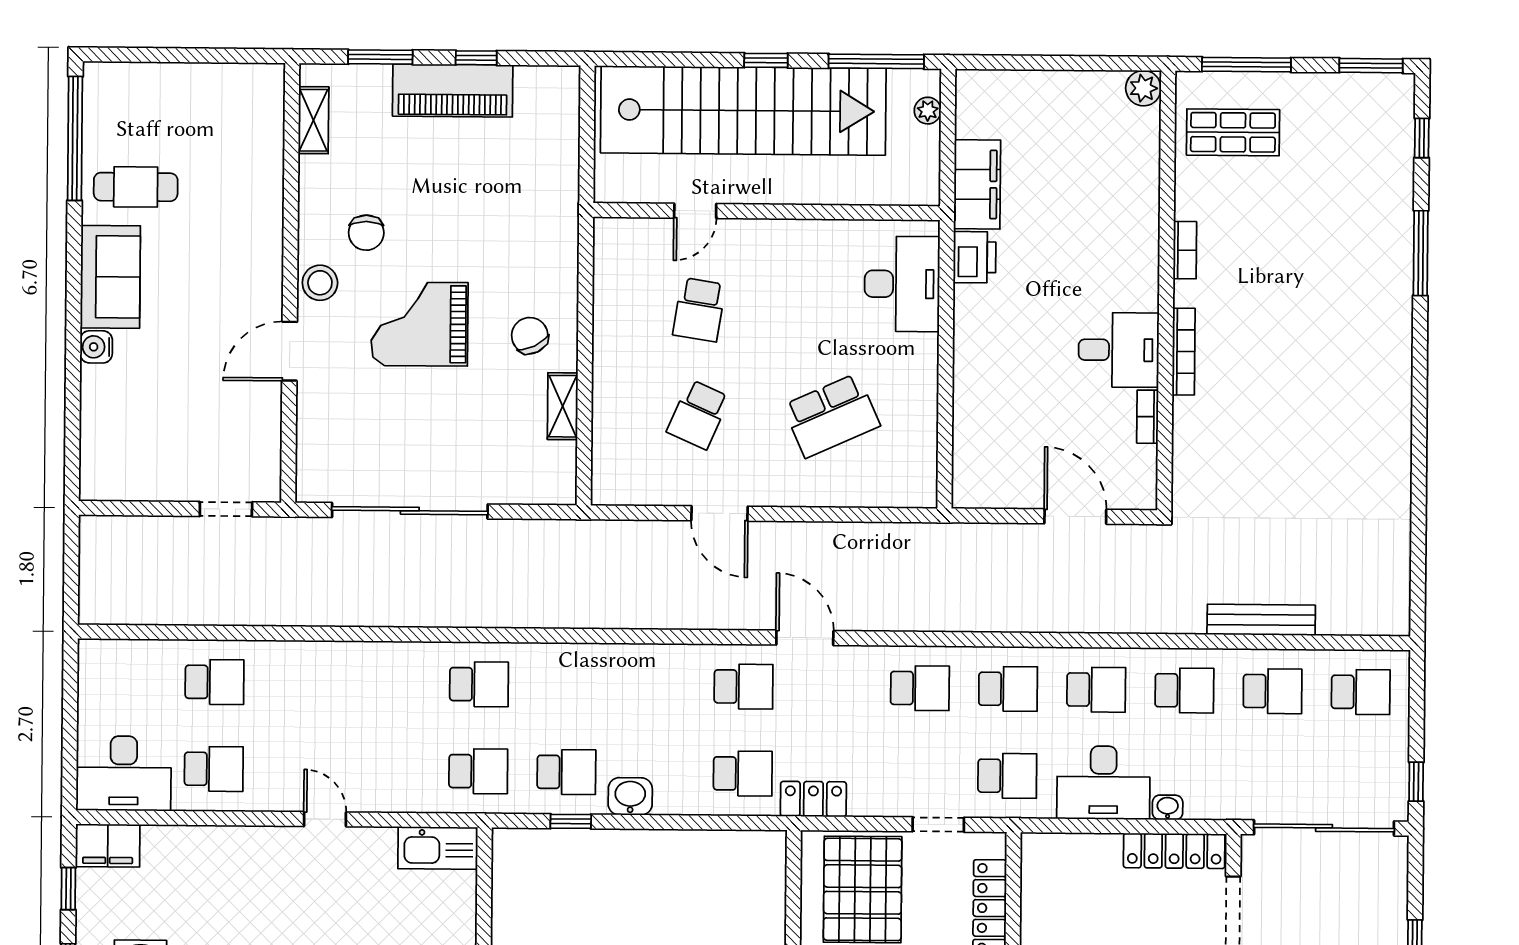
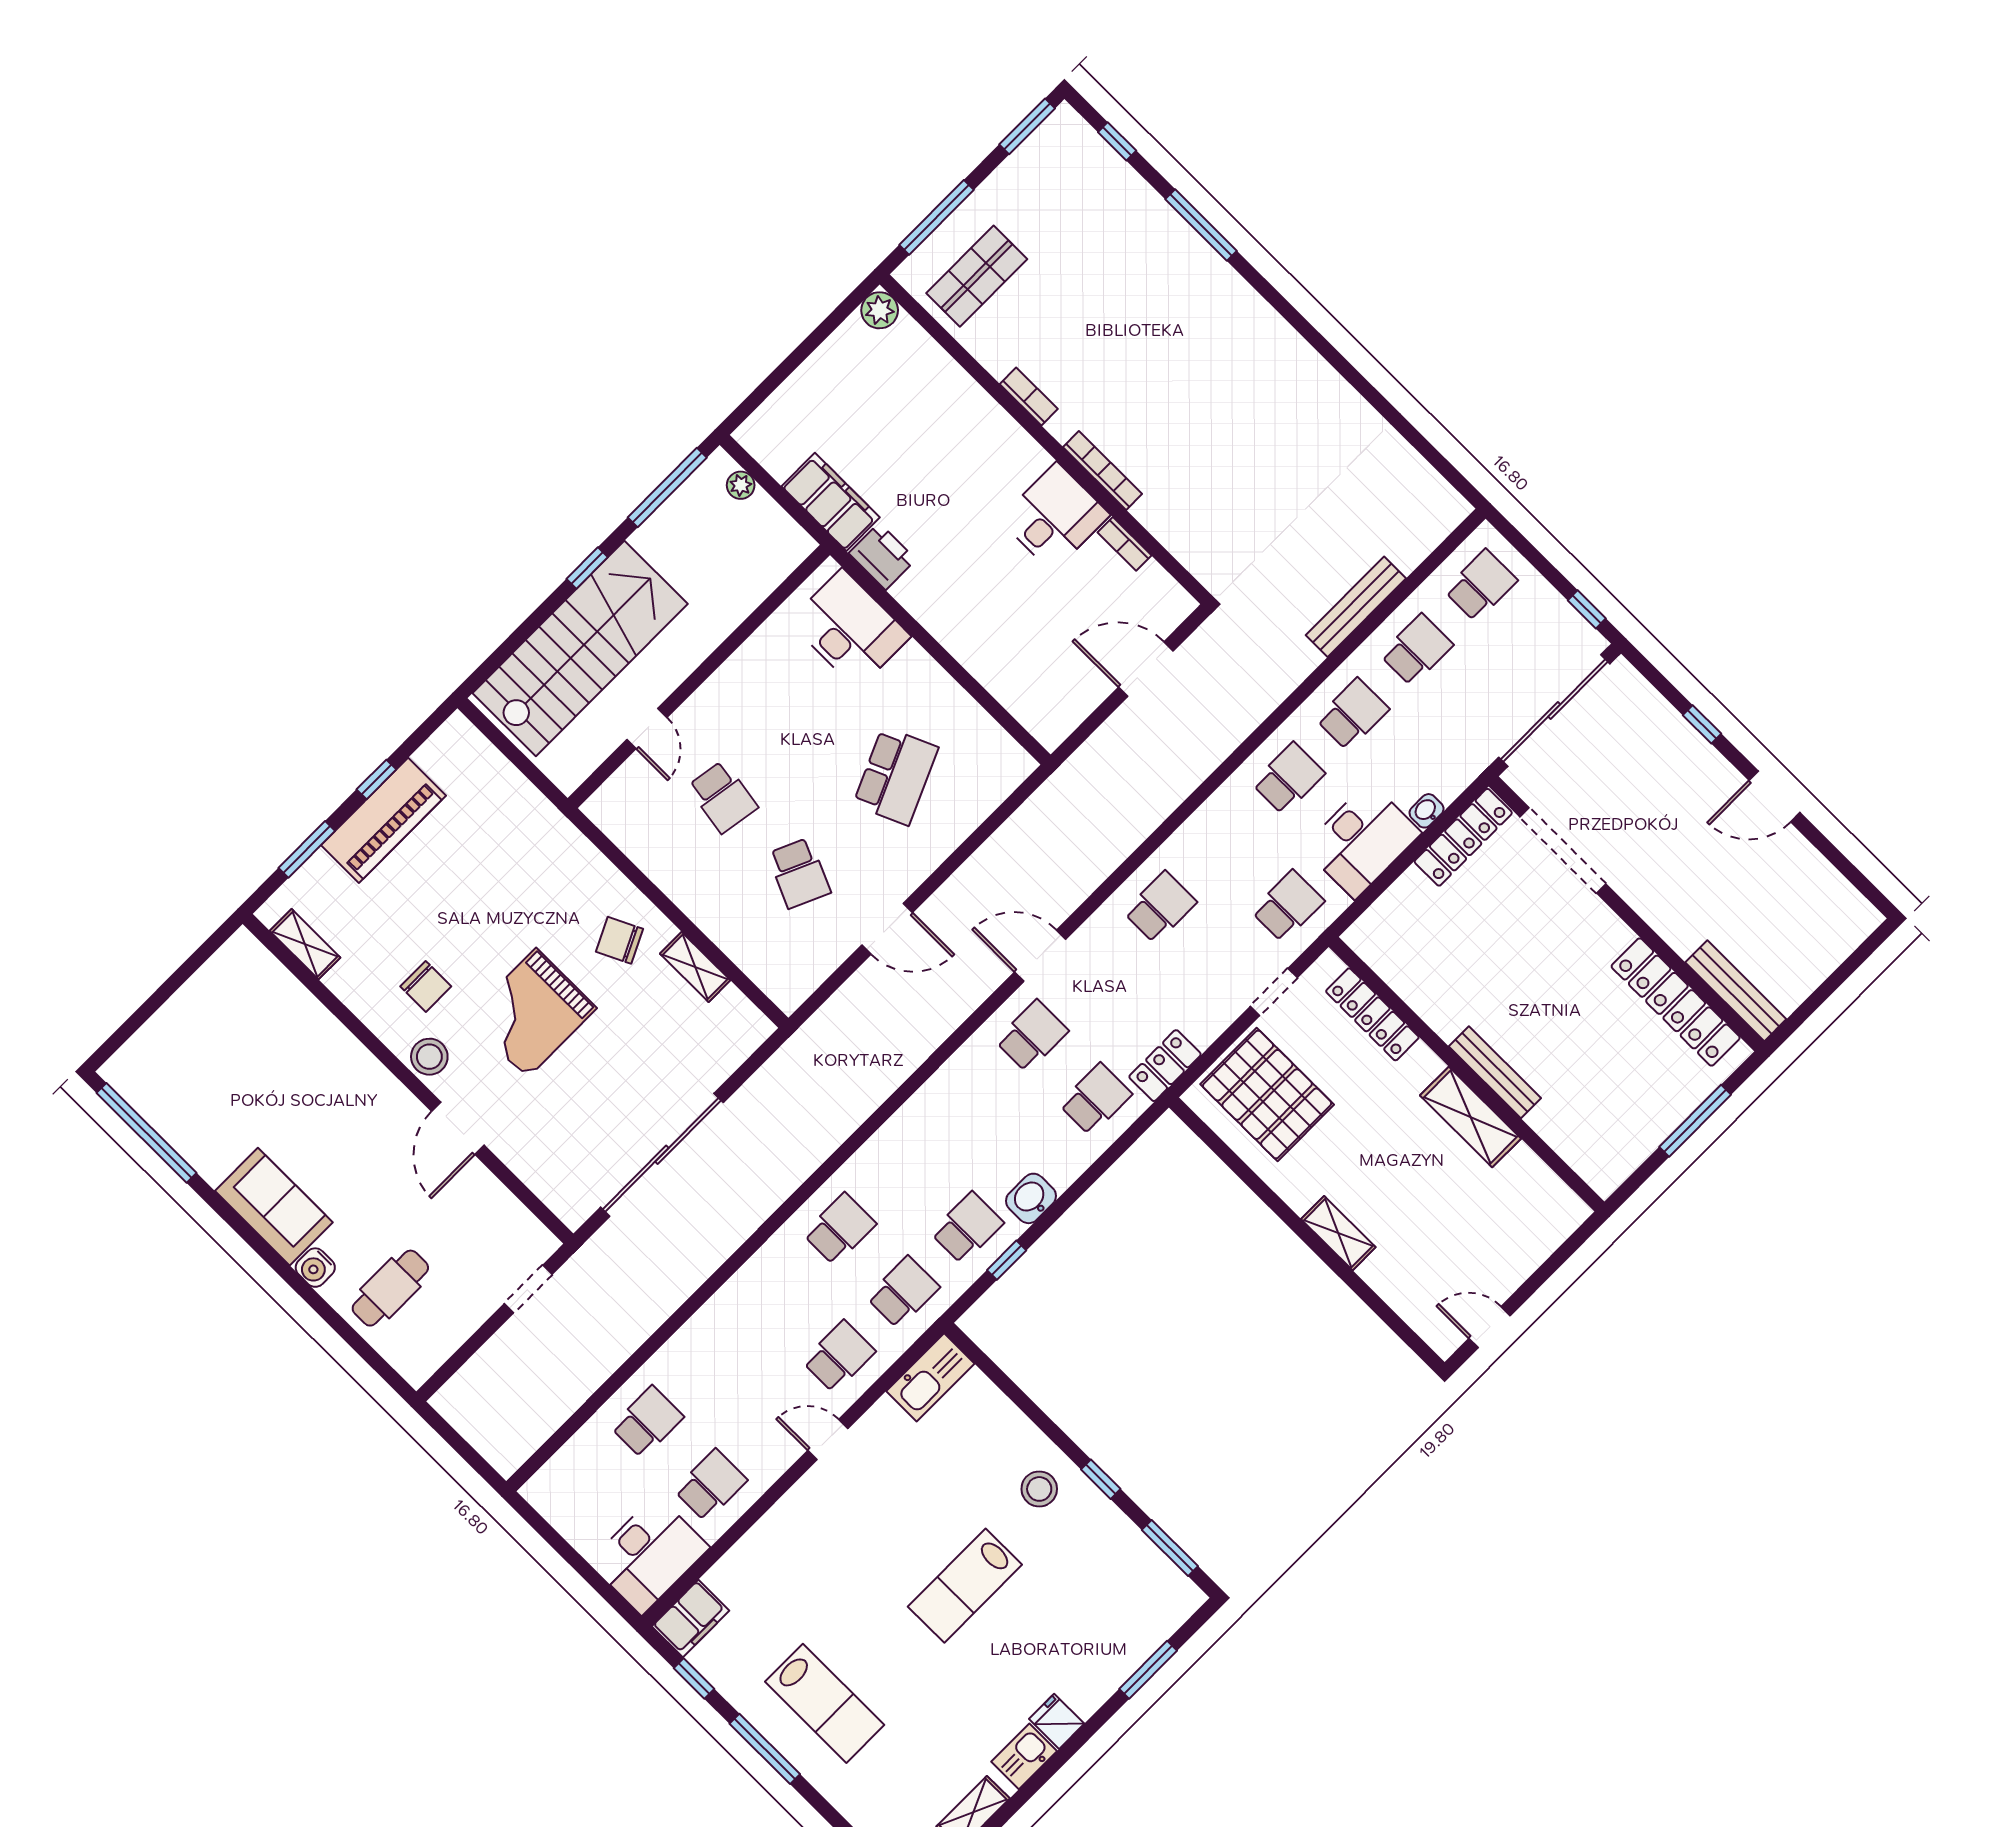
stairs: (743, 111) -> (580, 649), width x0.73
cafe table: (136, 187) -> (390, 1288), moved
school desk: (1008, 689) -> (839, 1357), moved

